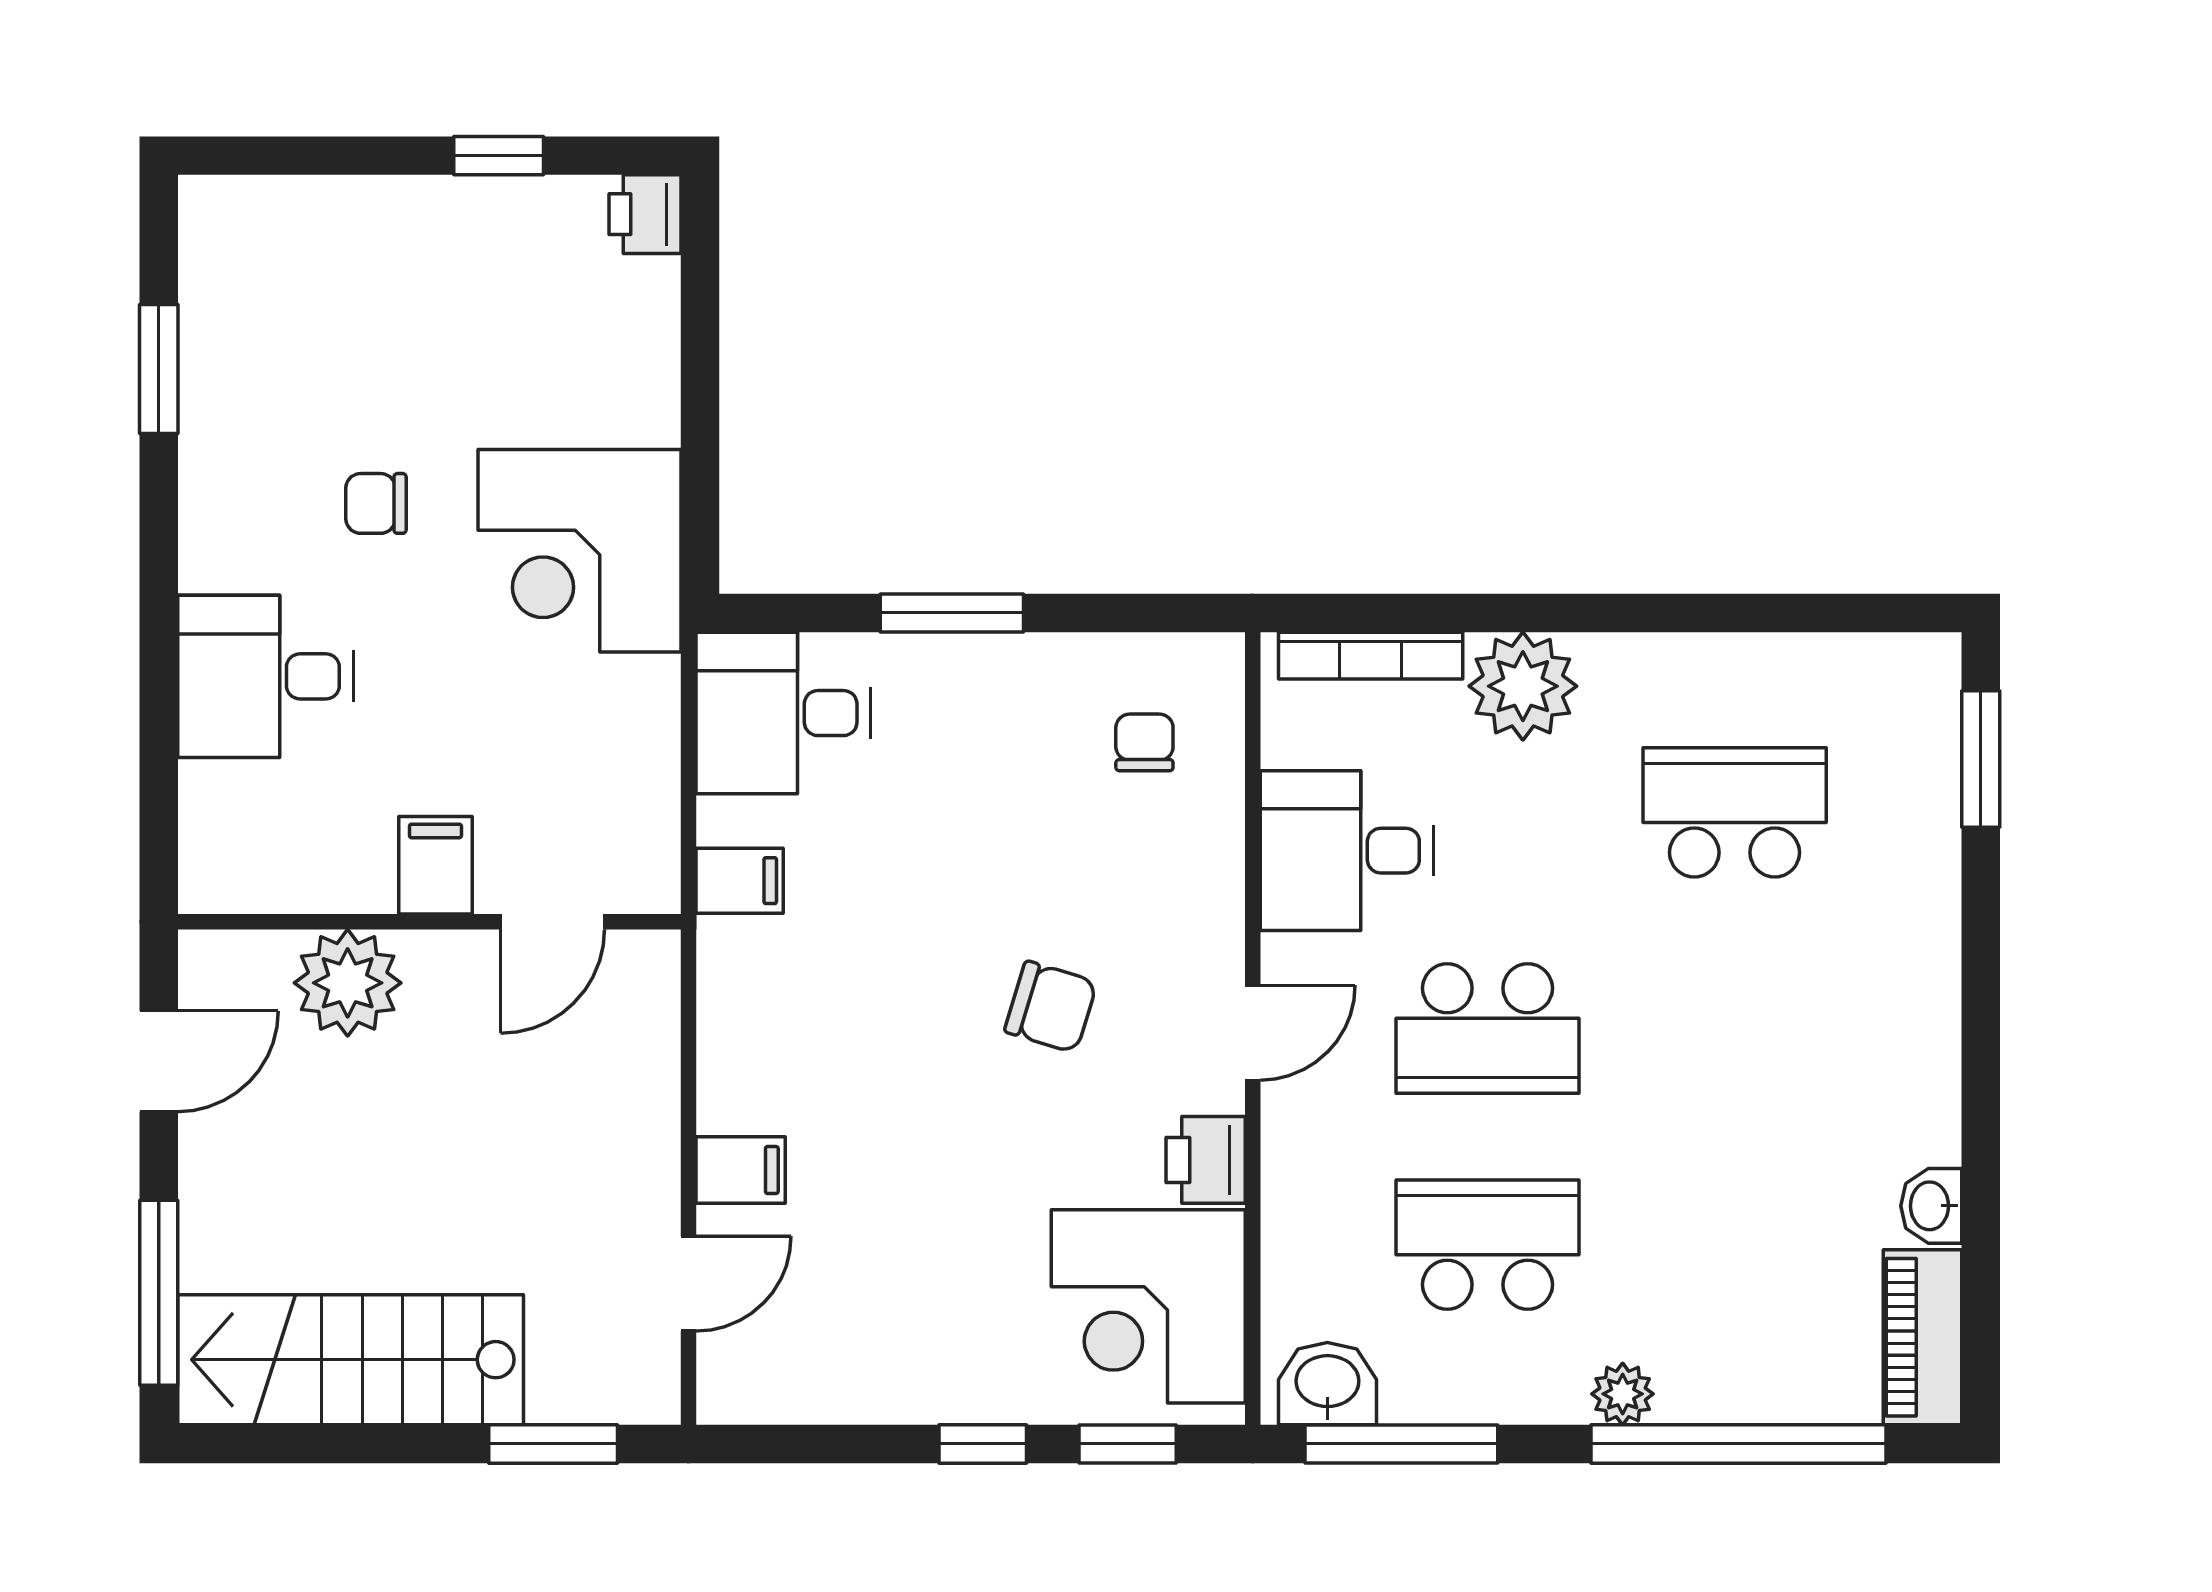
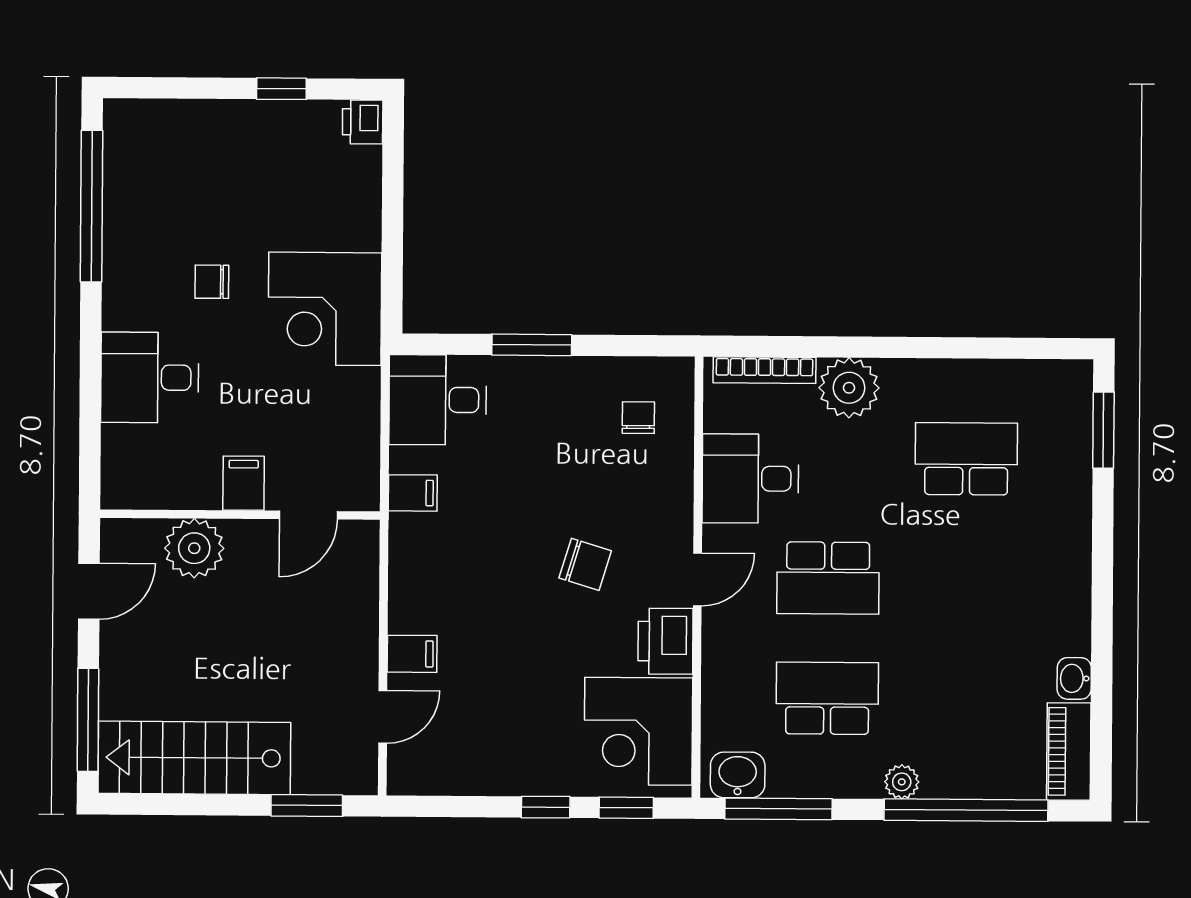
window: (159, 369) -> (92, 206), width x2.11
printer: (1206, 1160) -> (665, 641), width x1.36, depth x1.24

